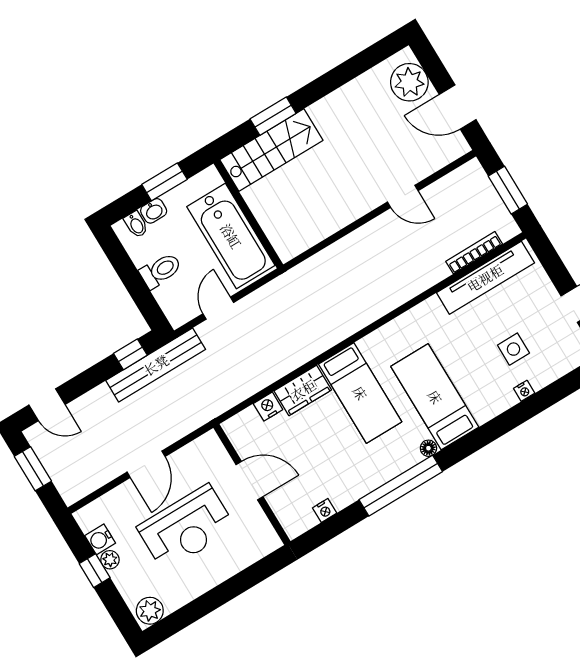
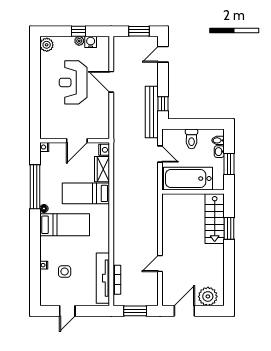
door: (250, 481) -> (77, 141), moved
wall: (252, 484) -> (75, 141), moved

